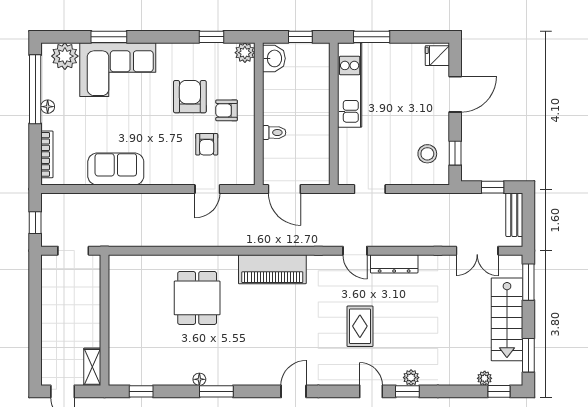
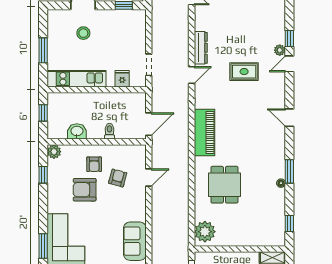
window: (372, 37) -> (43, 50), moved
fridge: (437, 56) -> (122, 79), moved, turned 180
washbasin: (274, 58) -> (77, 131), moved
armchair: (207, 144) -> (118, 178), turned -75
stool: (427, 154) -> (83, 33), moved
door: (207, 189) -> (149, 178), hinge flipped
plant: (130, 270) -> (205, 232), added
dining table: (197, 298) -> (224, 185), turned 90
plant: (411, 378) -> (280, 50), moved

